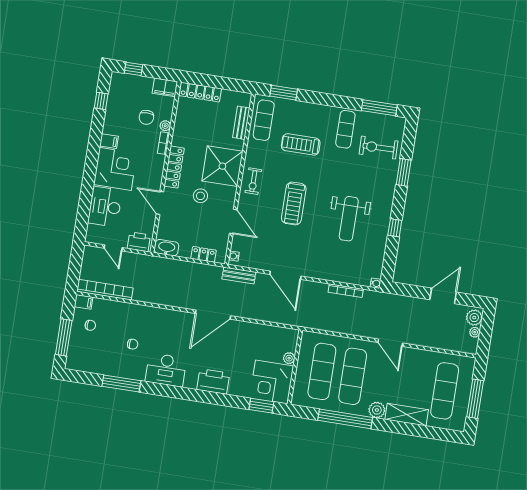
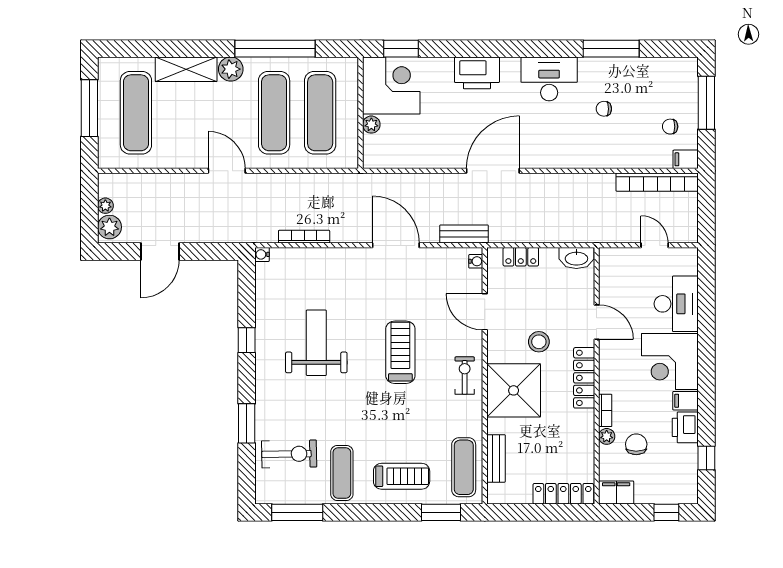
treadmill: (301, 144) -> (402, 476), moved
printer: (139, 242) -> (685, 427), moved, turned 90

